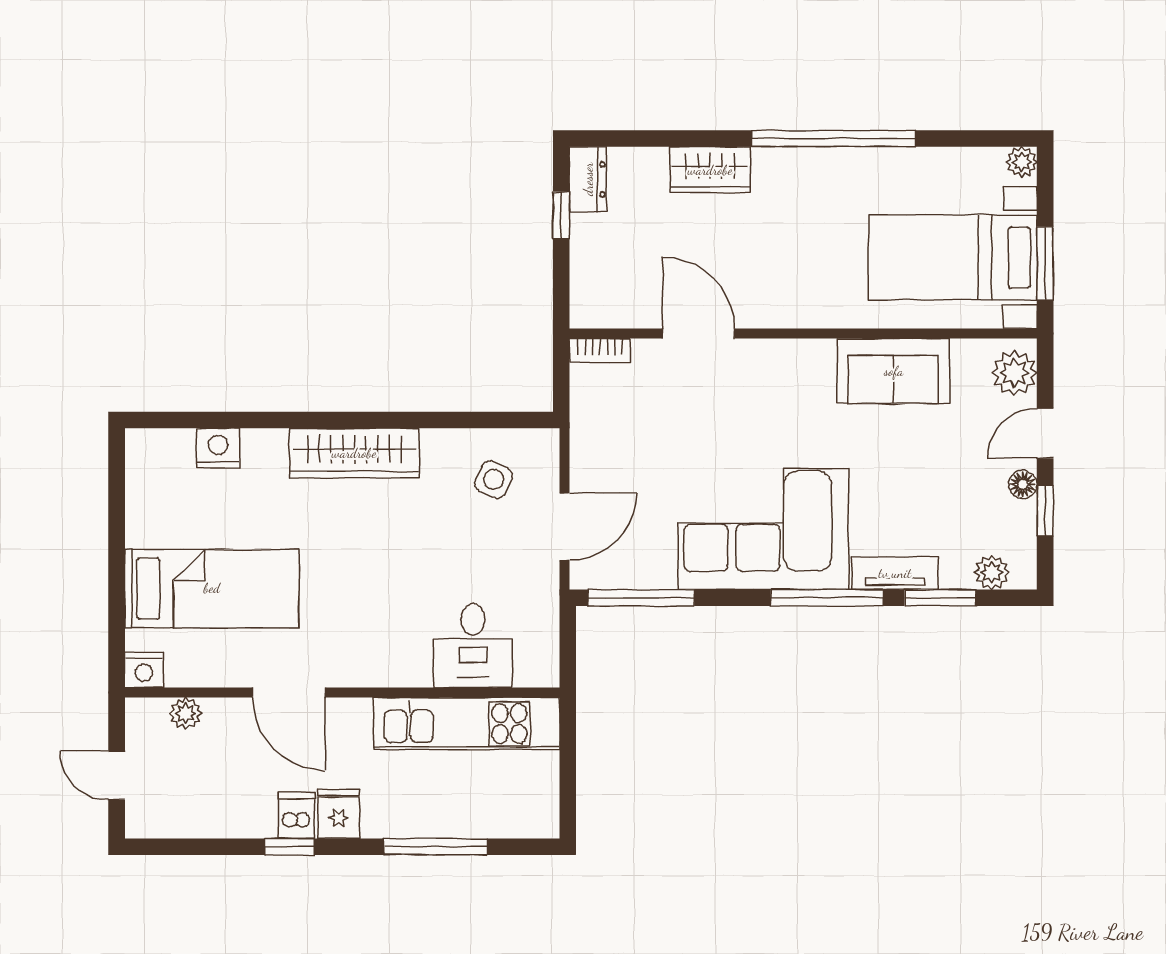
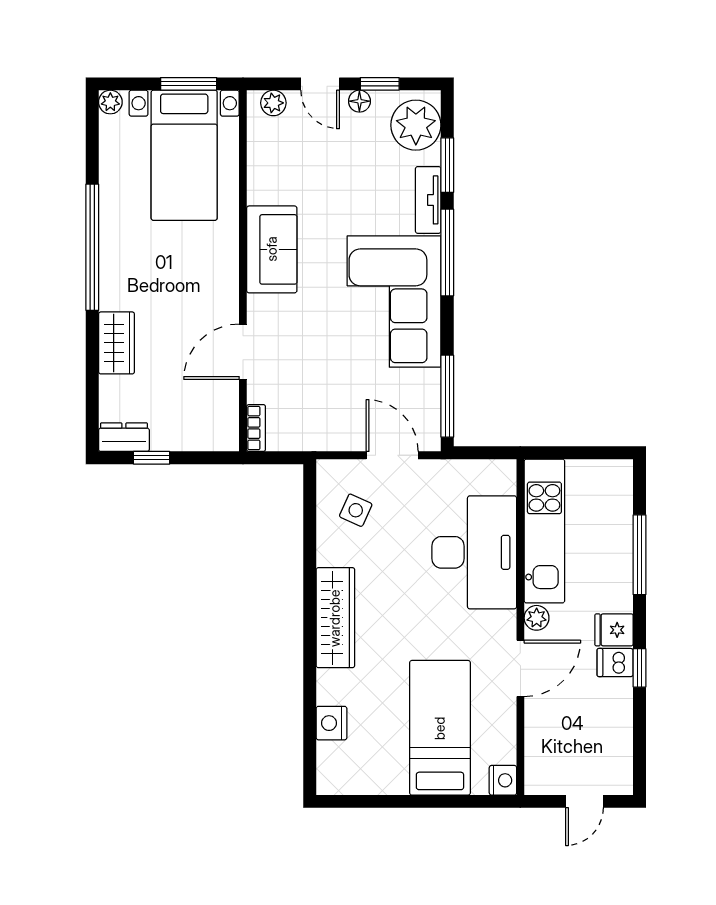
sofa: (894, 371) -> (272, 249), moved
plant: (1014, 373) -> (273, 103), width x0.73, depth x0.73
plant: (992, 572) -> (416, 125), width x1.87, depth x1.87
desk: (473, 645) -> (474, 552), width x1.87, depth x1.30
plant: (186, 713) -> (537, 618), moved

